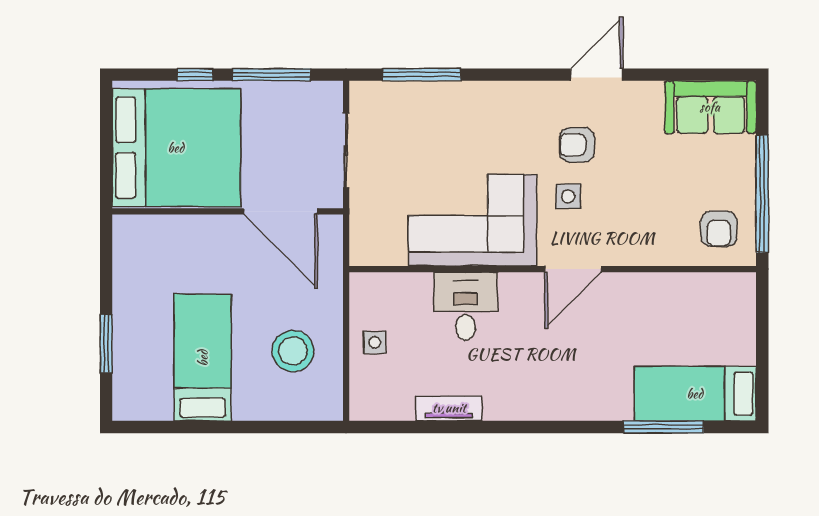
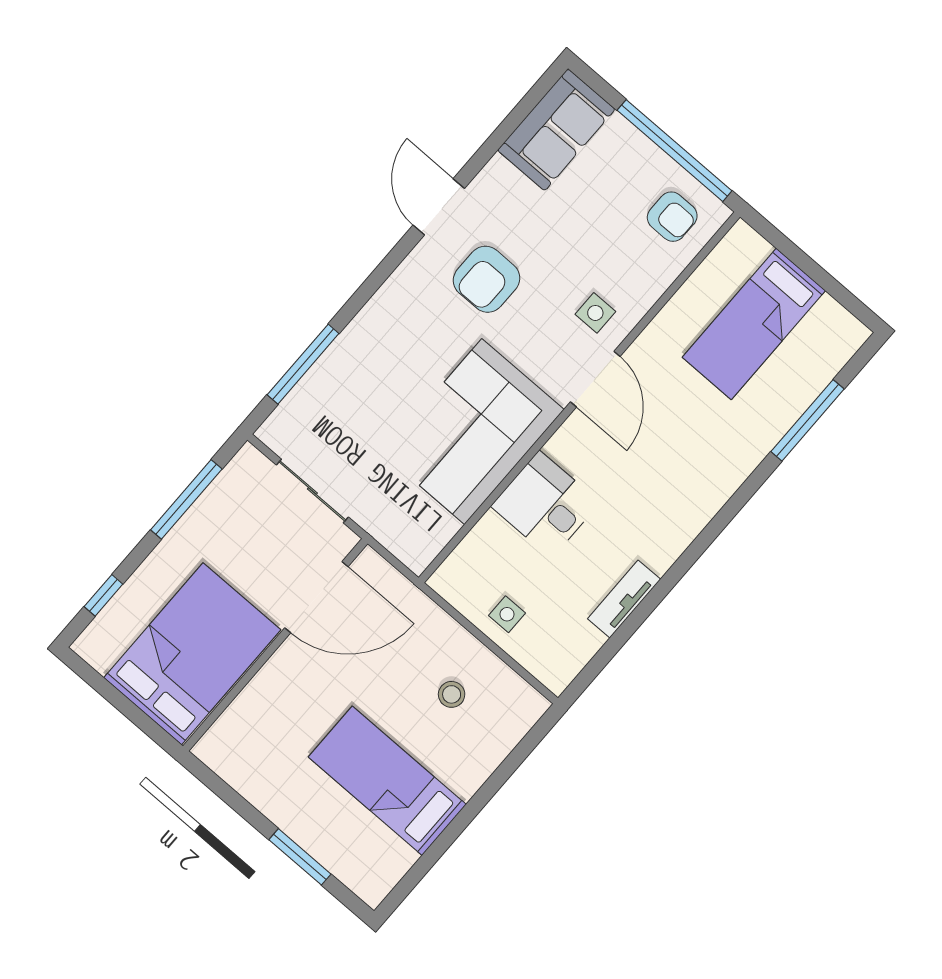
window: (195, 75) -> (103, 595), moved
armchair: (577, 145) -> (487, 279), width x1.38, depth x1.38
bed: (176, 148) -> (192, 654), width x0.73
side table: (568, 196) -> (595, 313), moved
stool: (293, 351) -> (452, 694), width x0.53, depth x0.53
bed: (695, 394) -> (754, 324), moved

